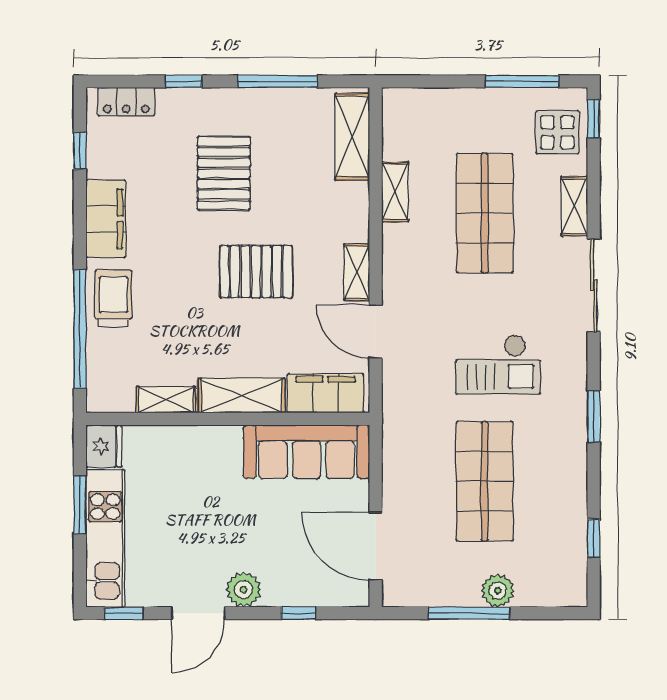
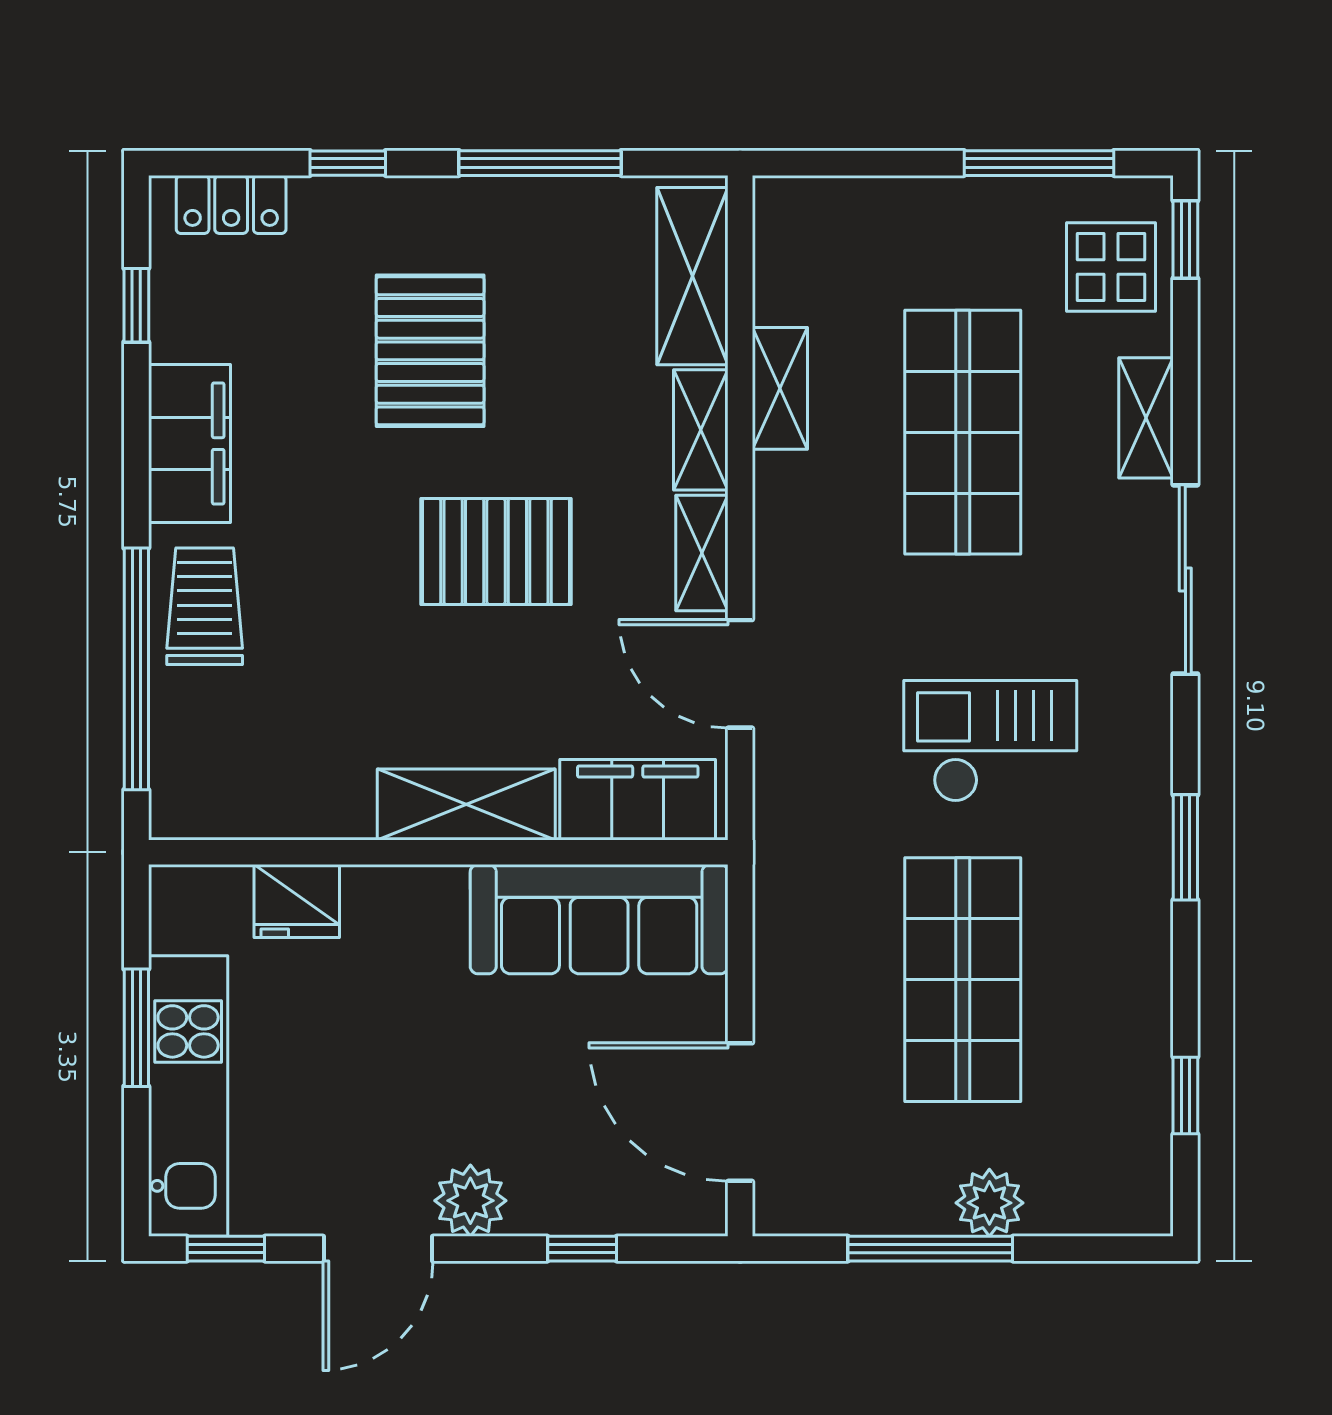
checkout: (498, 365) -> (990, 741), turned 180
shelving: (166, 400) -> (701, 430), moved, turned 90
fridge: (104, 446) -> (297, 901), moved, turned 90

